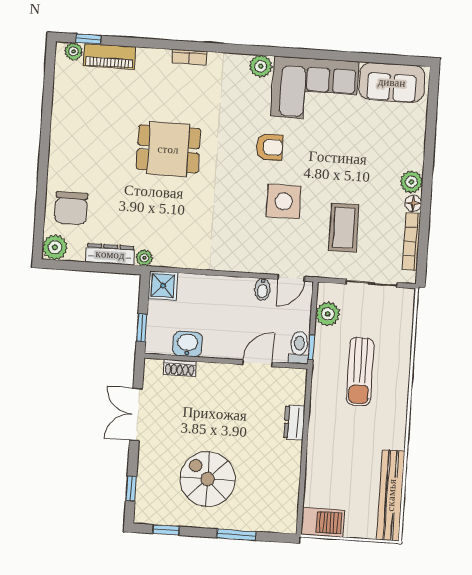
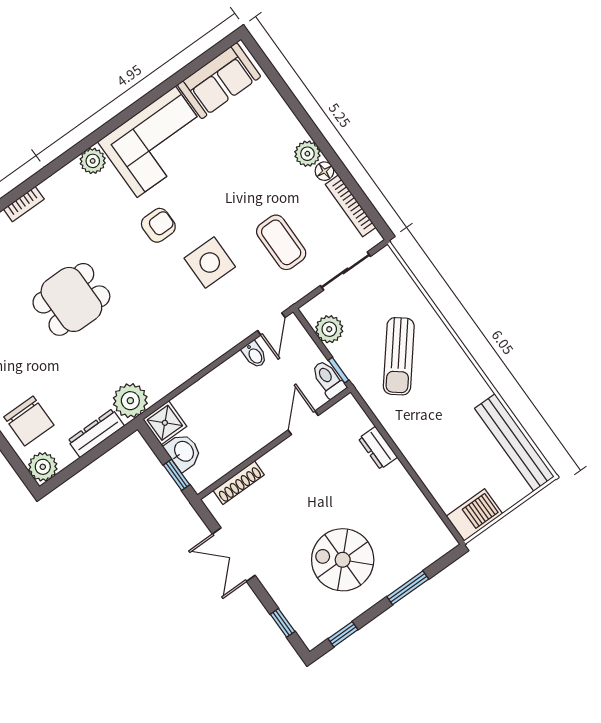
plant: (144, 258) -> (130, 401), width x1.87, depth x1.87
washbasin: (187, 344) -> (183, 452), moved, turned 90
shoe rack: (180, 368) -> (239, 483), width x1.43
sun lounger: (360, 371) -> (399, 356), turned 39

